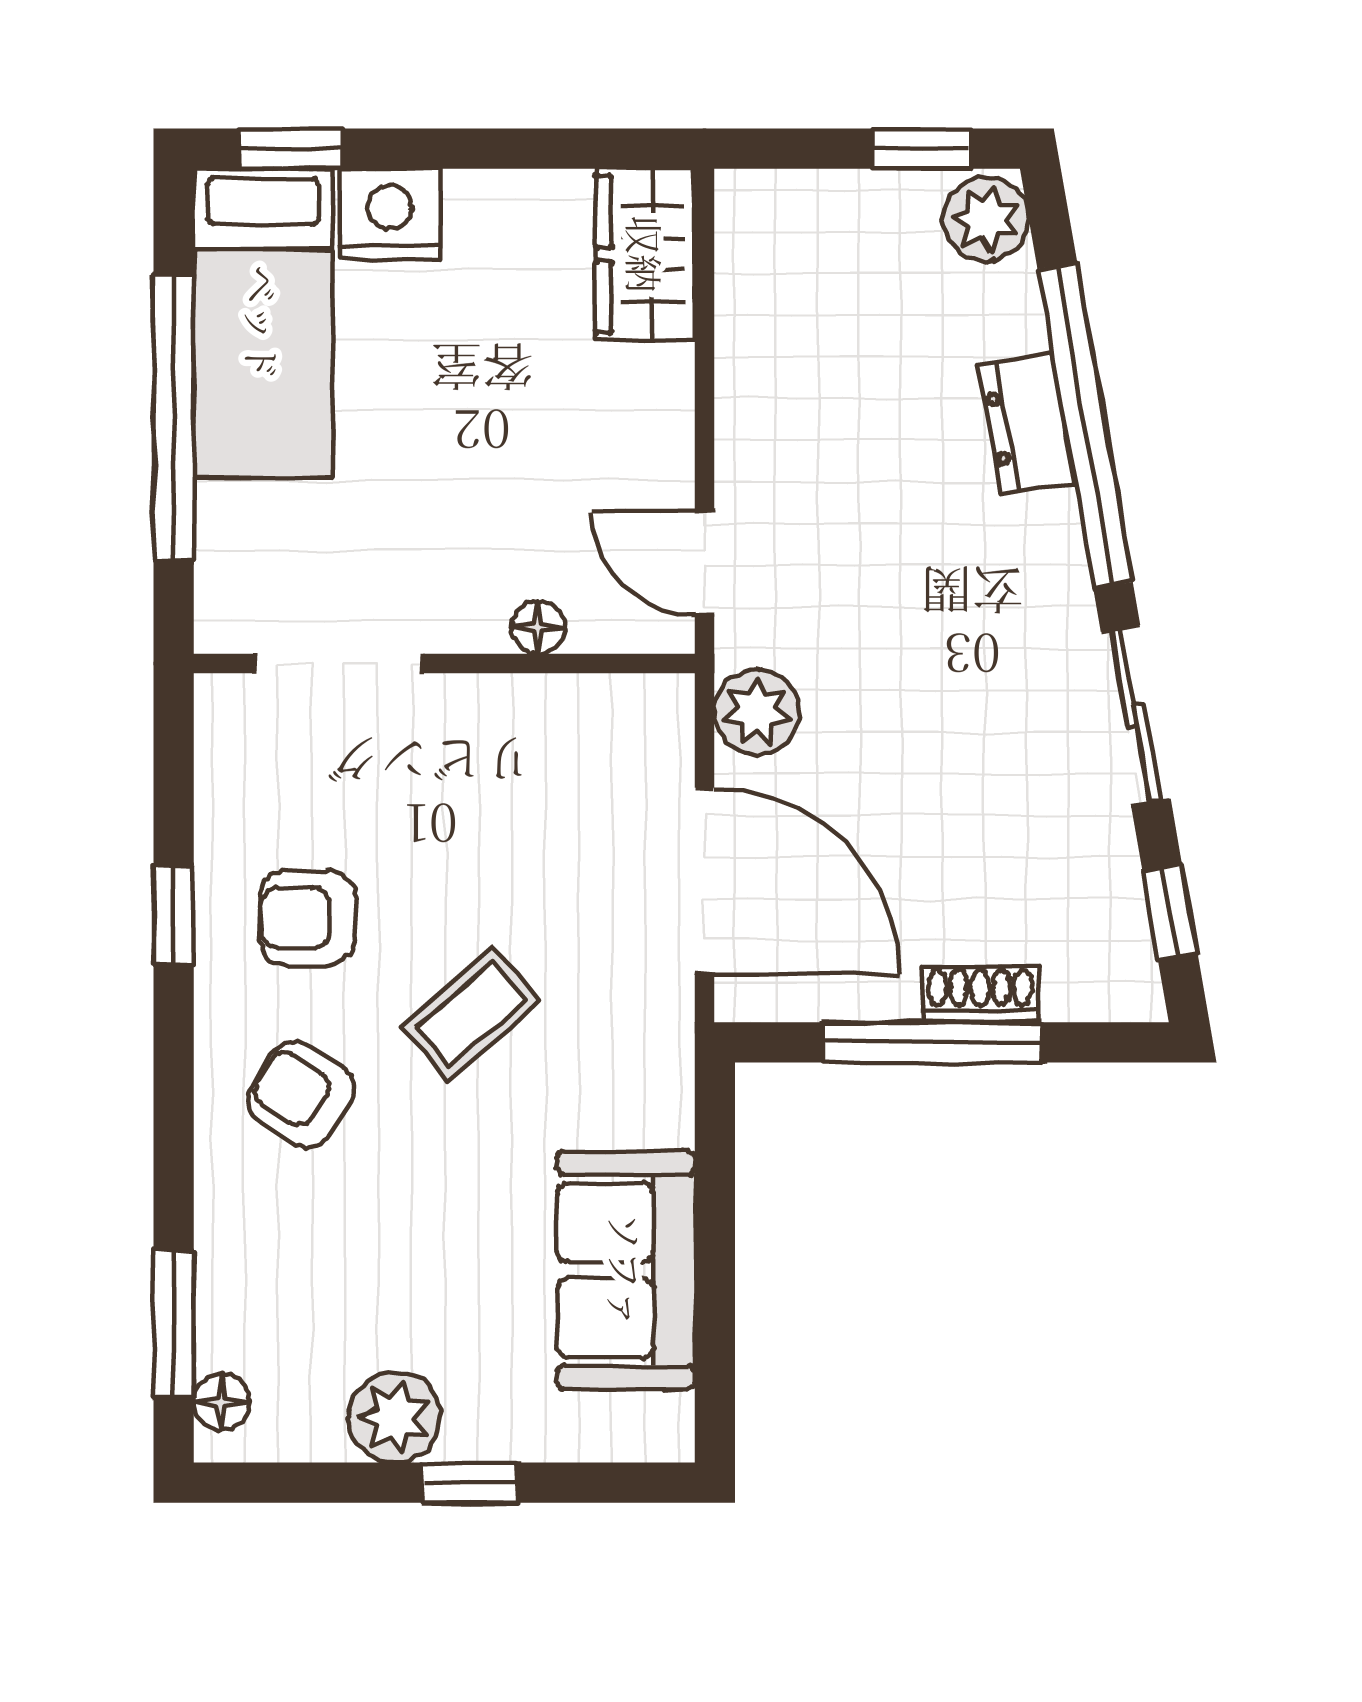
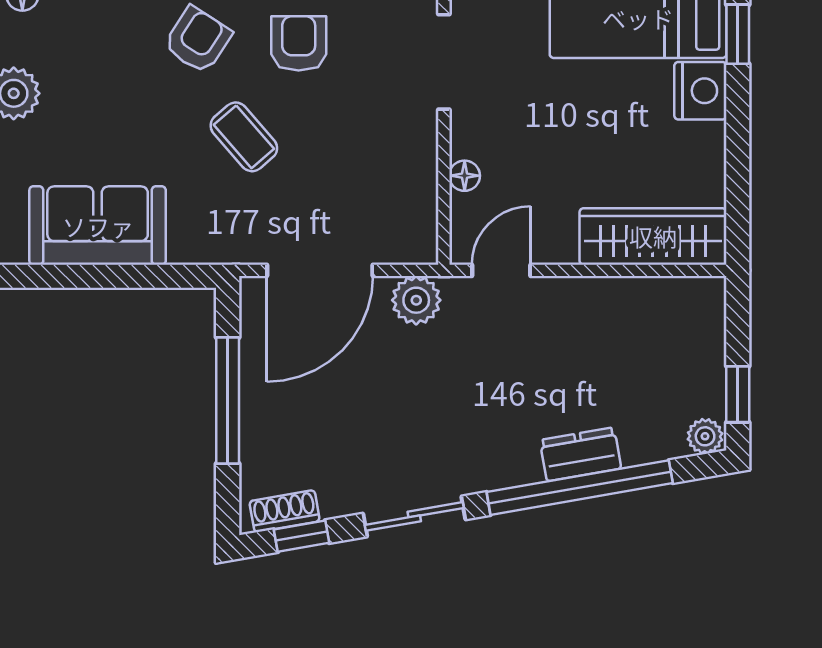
plant: (986, 219) -> (705, 436), width x0.73, depth x0.73
wardrobe: (645, 254) -> (653, 236), width x1.50
shoe rack: (980, 994) -> (285, 511), moved, turned -100

